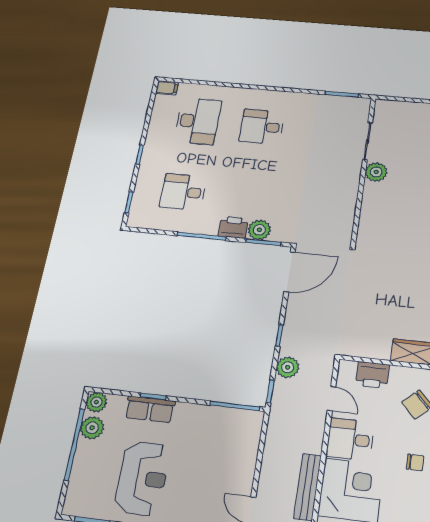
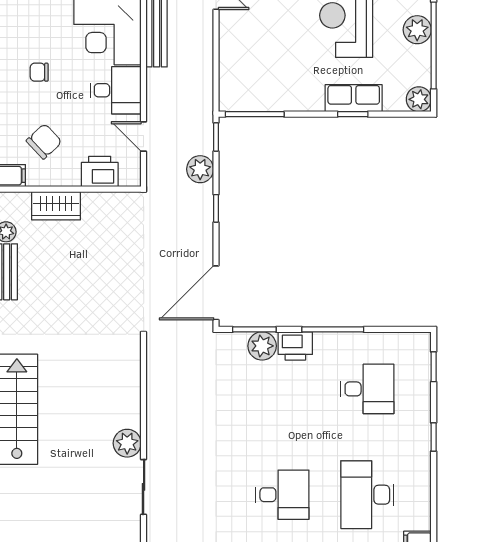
plant: (92, 428) -> (417, 30), moved

